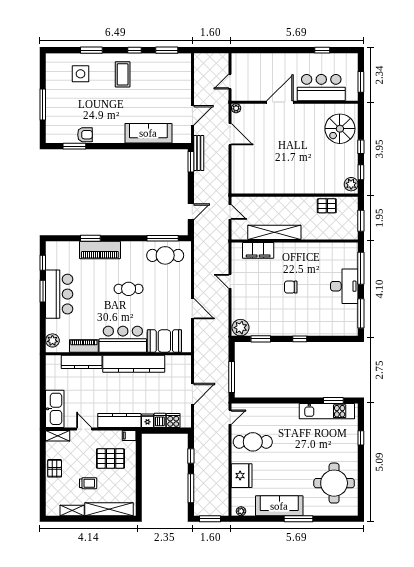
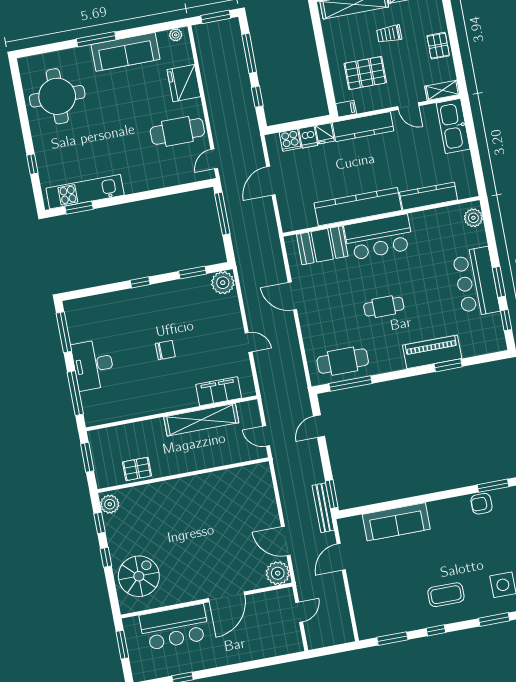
coffee table: (123, 74) -> (446, 595), turned 90
plant: (236, 108) -> (278, 573), width x1.88, depth x1.88
piano: (84, 346) -> (430, 218), removed

